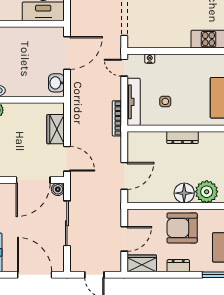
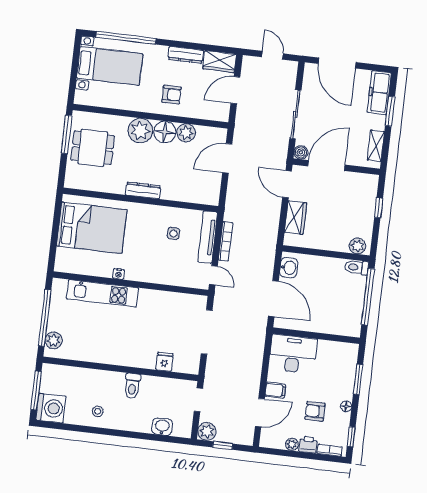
door: (67, 53) -> (273, 299), swing flipped
nightstand: (150, 59) -> (119, 274), moved
bookcase: (117, 118) -> (226, 241), moved
dresser: (182, 138) -> (143, 190), moved
plant: (165, 195) -> (186, 133), added
armchair: (182, 228) -> (171, 95), width x0.53, depth x0.53
dresser: (178, 266) -> (186, 55), width x1.44

